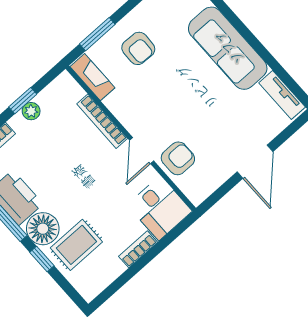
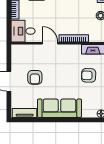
armchair: (178, 158) -> (35, 77), moved

